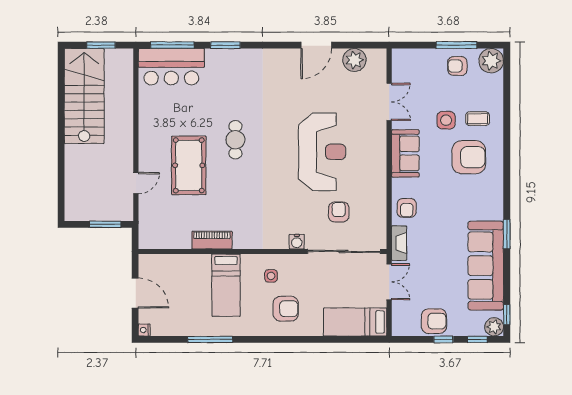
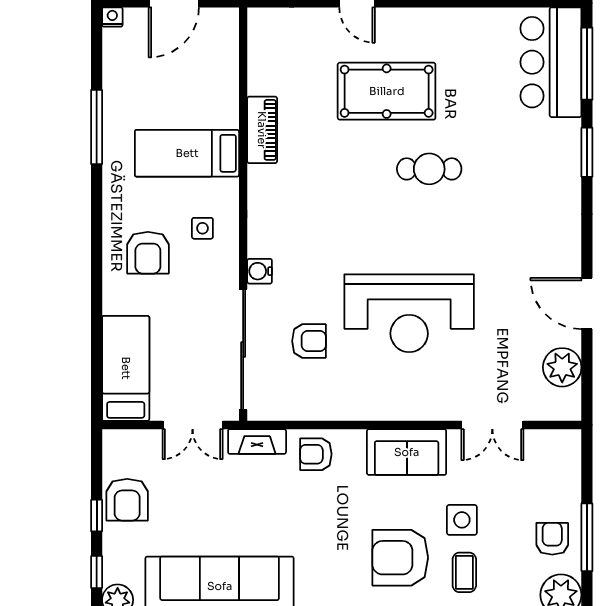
armchair: (469, 157) -> (400, 558), turned 90

